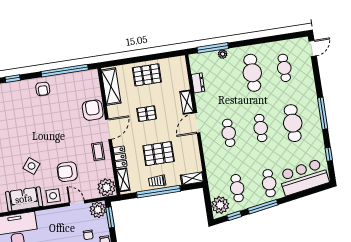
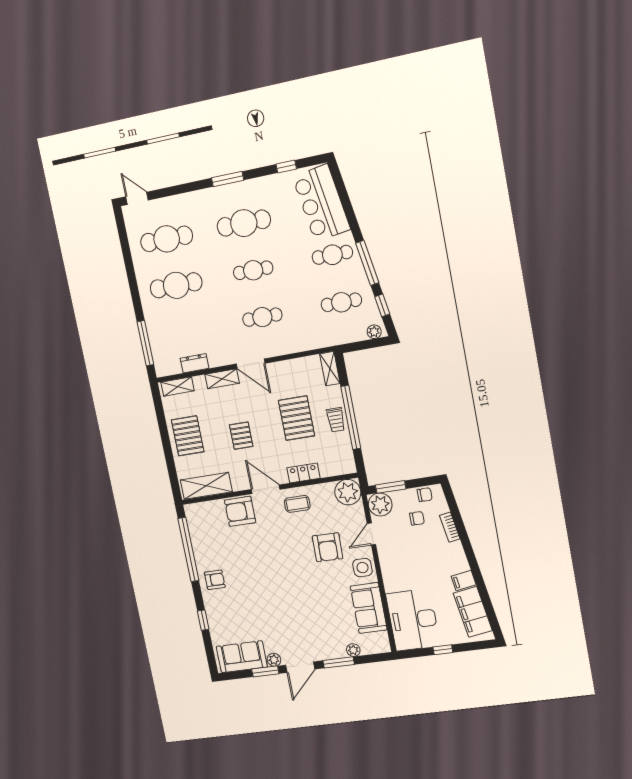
plant: (223, 54) -> (153, 329), removed
cafe table: (284, 68) -> (167, 239), width x1.37, depth x1.35
window: (323, 113) -> (228, 179), width x0.69
side table: (32, 166) -> (322, 597), removed
shelving: (123, 180) -> (178, 387), moved
plant: (220, 205) -> (374, 332), width x0.53, depth x0.53

